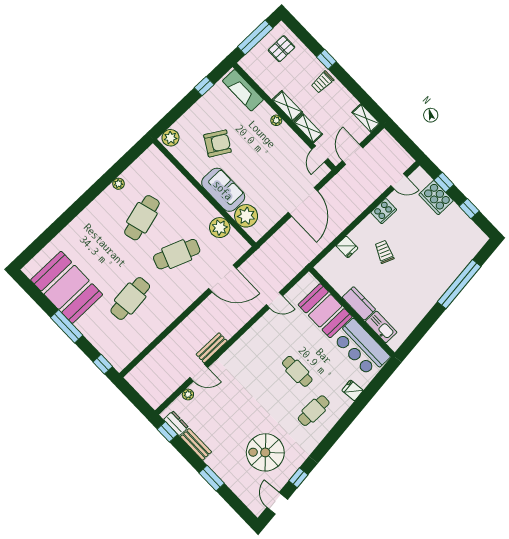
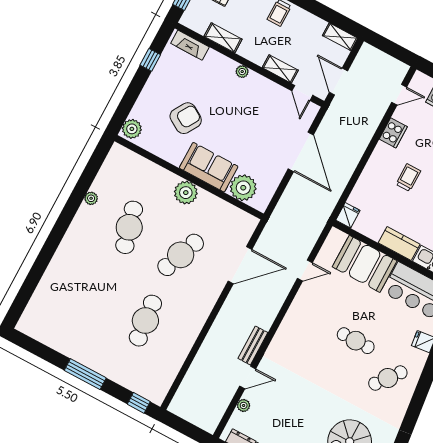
fireplace: (243, 90) -> (190, 45), width x0.73, depth x0.76
shelving: (287, 106) -> (223, 38), moved
plant: (220, 228) -> (186, 193), moved
fridge: (347, 247) -> (348, 215), moved, turned -90
trolley: (384, 252) -> (408, 178), turned 68
booth: (67, 287) -> (71, 331), removed
cafe table: (314, 411) -> (388, 378), turned 38

